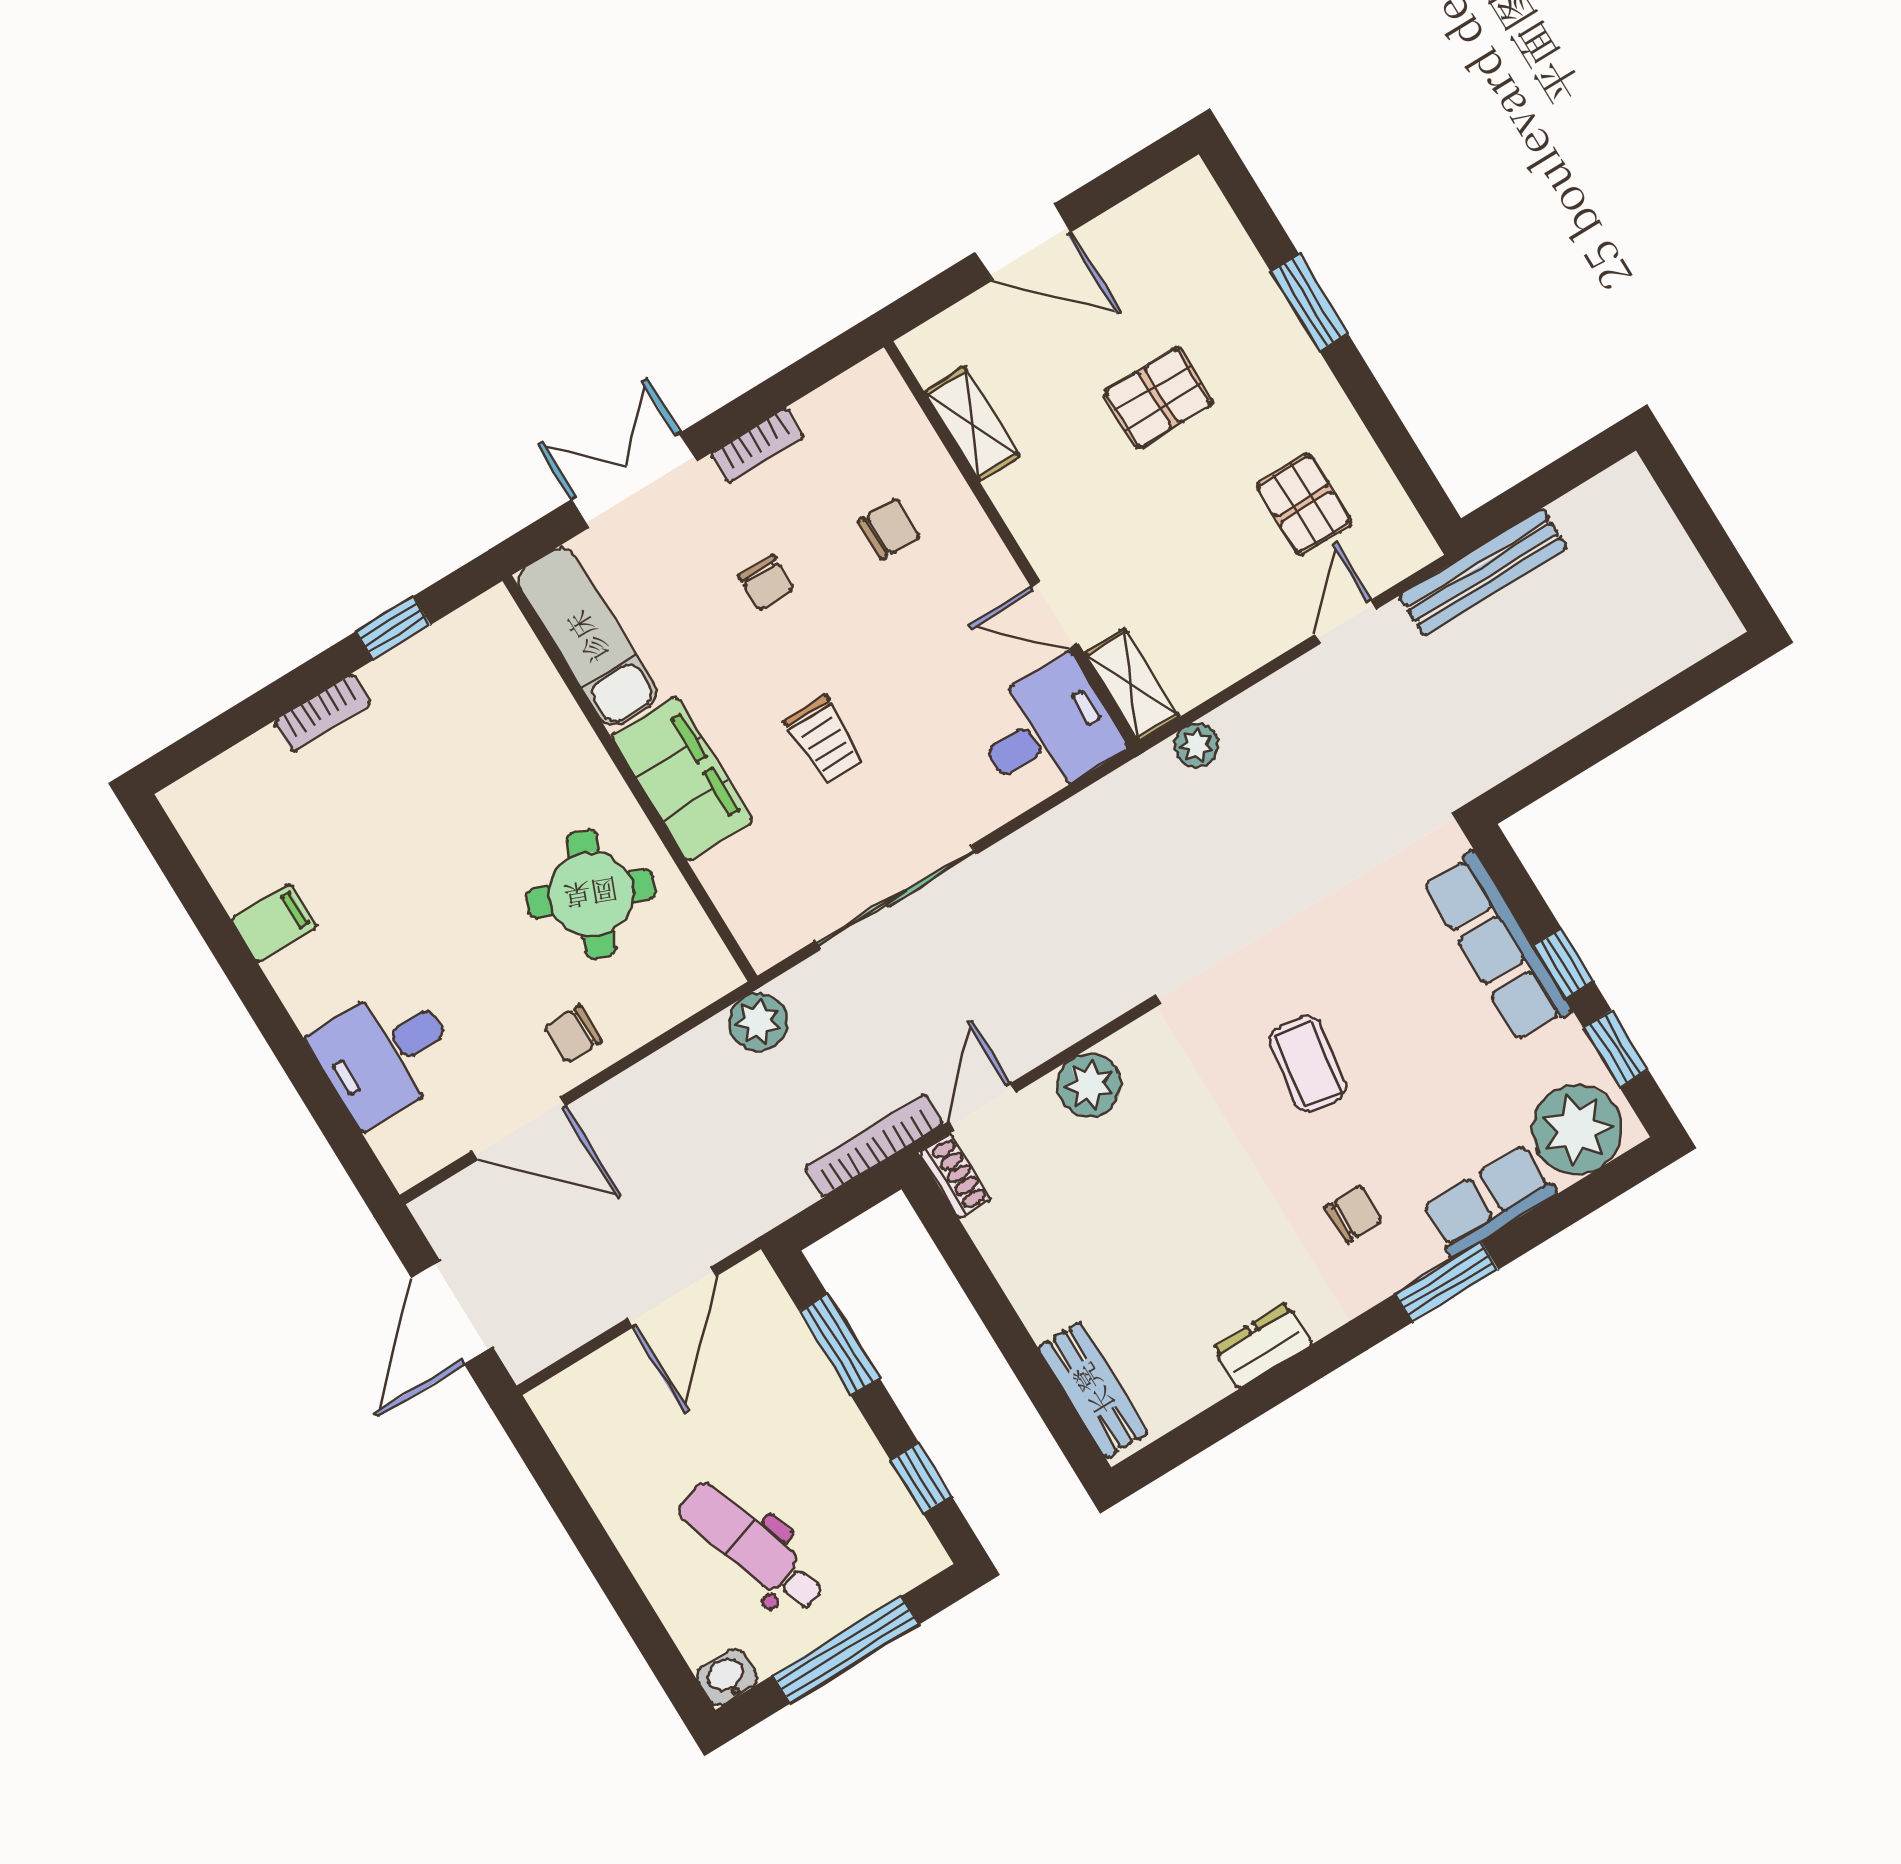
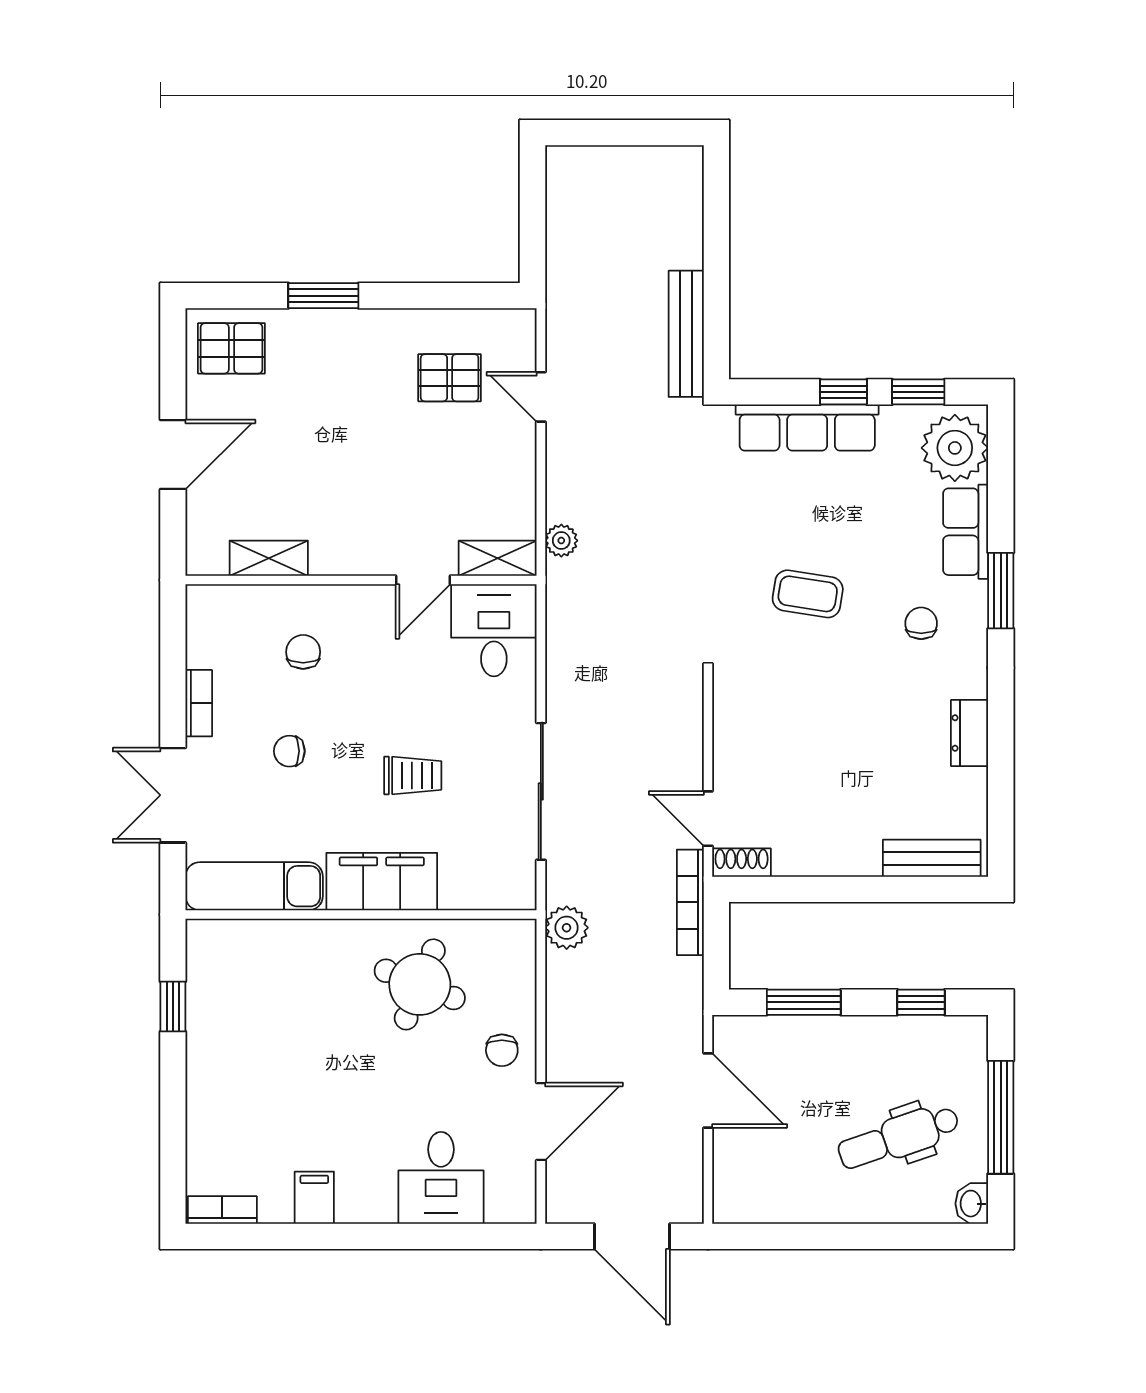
pallet: (1158, 398) -> (231, 348), moved, turned 90
bench: (1483, 572) -> (686, 334), moved
chair: (766, 582) -> (289, 751), turned 180
bookcase: (323, 713) -> (222, 1210), moved, turned -90
plant: (1089, 1085) -> (736, 742), removed

